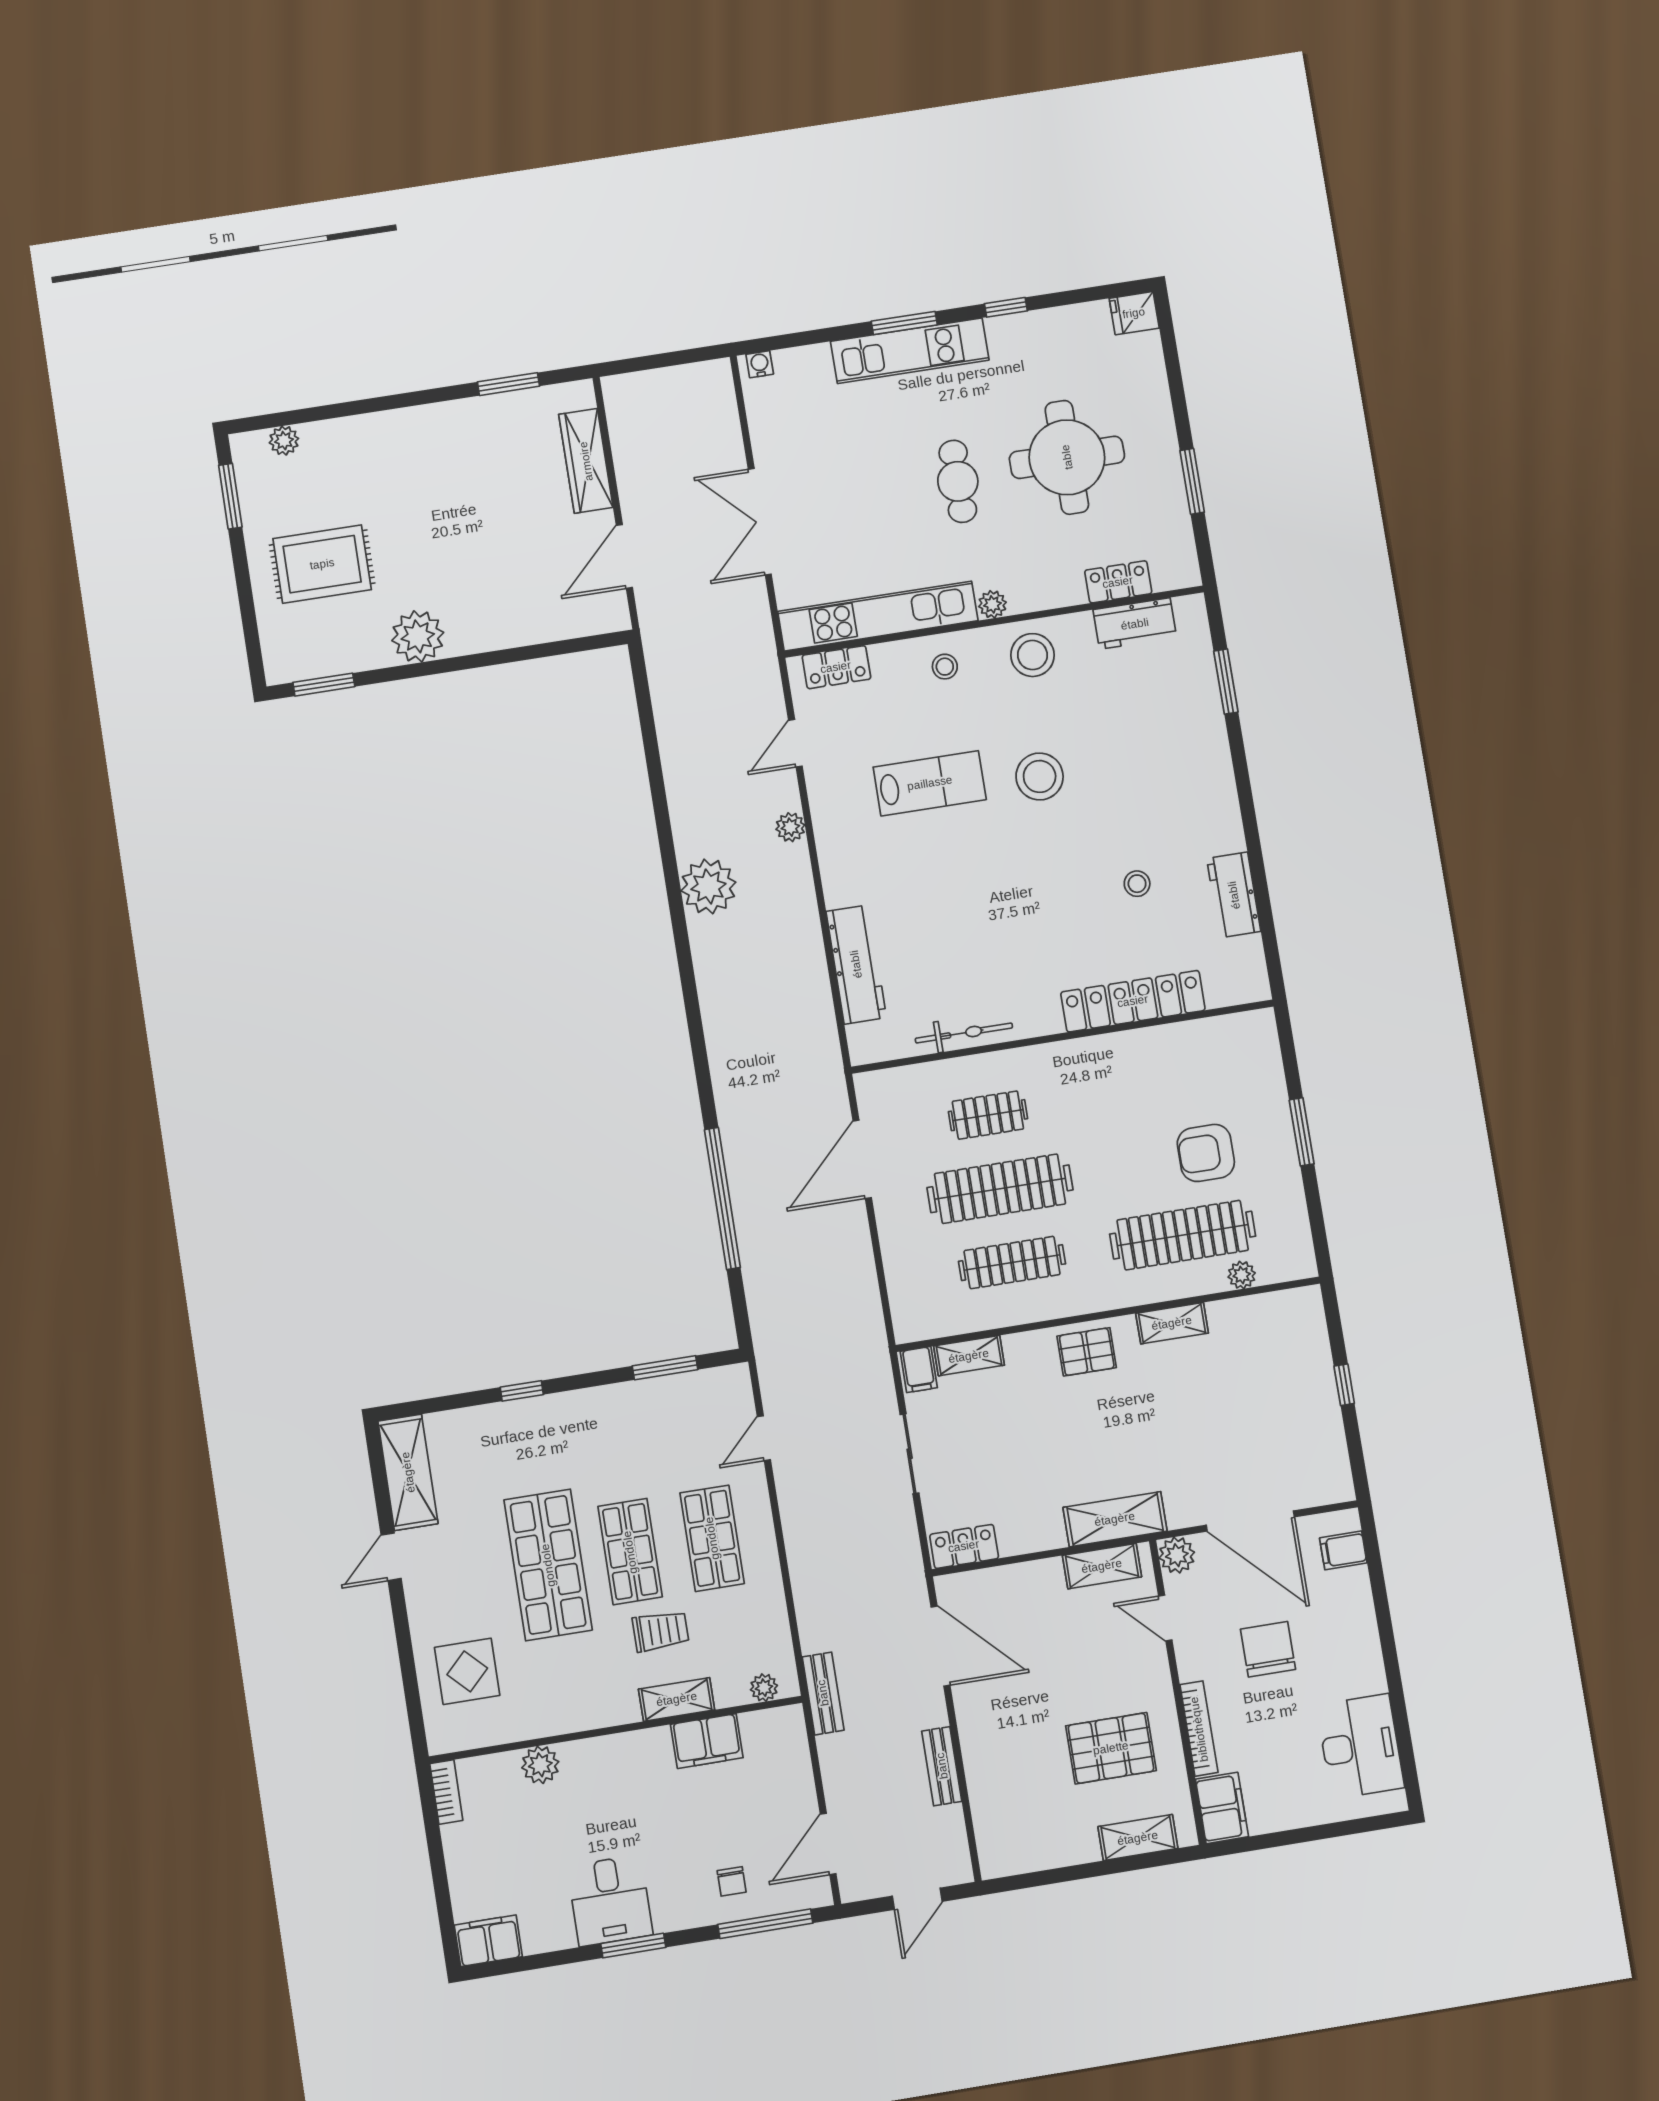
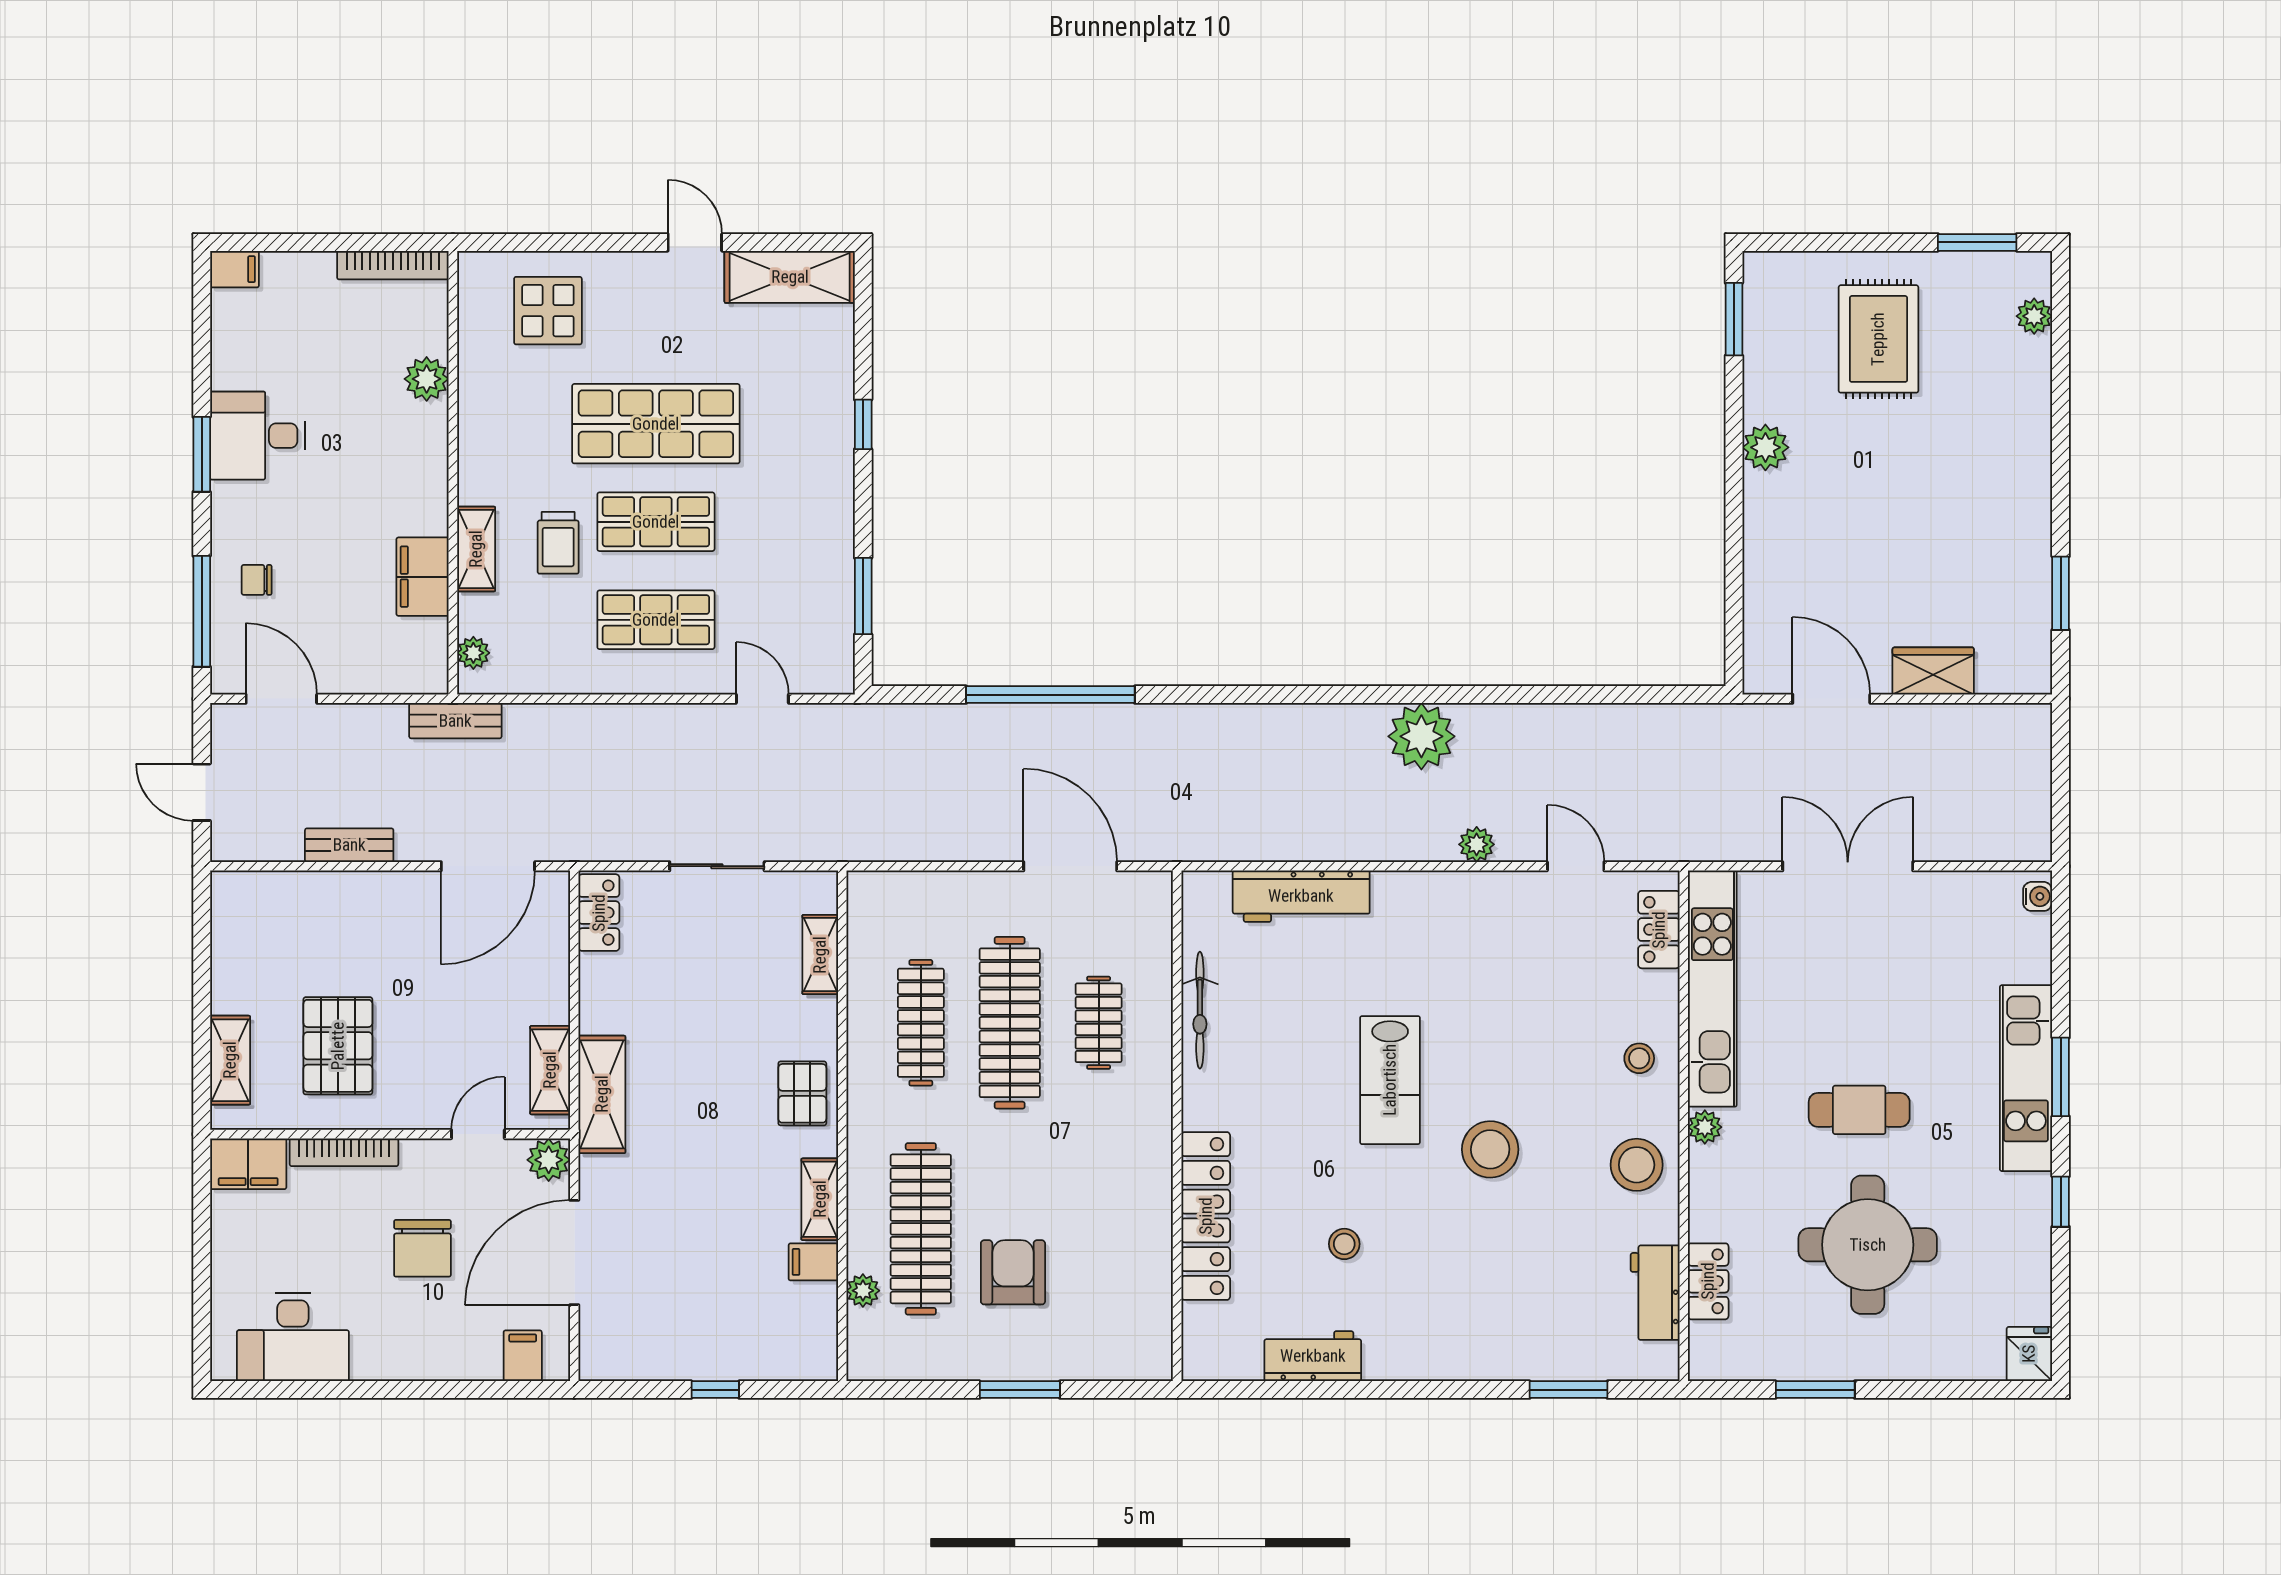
wardrobe: (586, 461) -> (1933, 671), width x0.67
plant: (418, 636) -> (1765, 447), width x0.73, depth x0.73
lab bench: (930, 783) -> (1390, 1080), moved
filing cabinet: (919, 1370) -> (813, 1262), moved
chair: (1268, 1649) -> (422, 1248), turned 90
bookcase: (446, 1792) -> (393, 265), width x1.56
filing cabinet: (488, 1941) -> (234, 269), width x0.50

